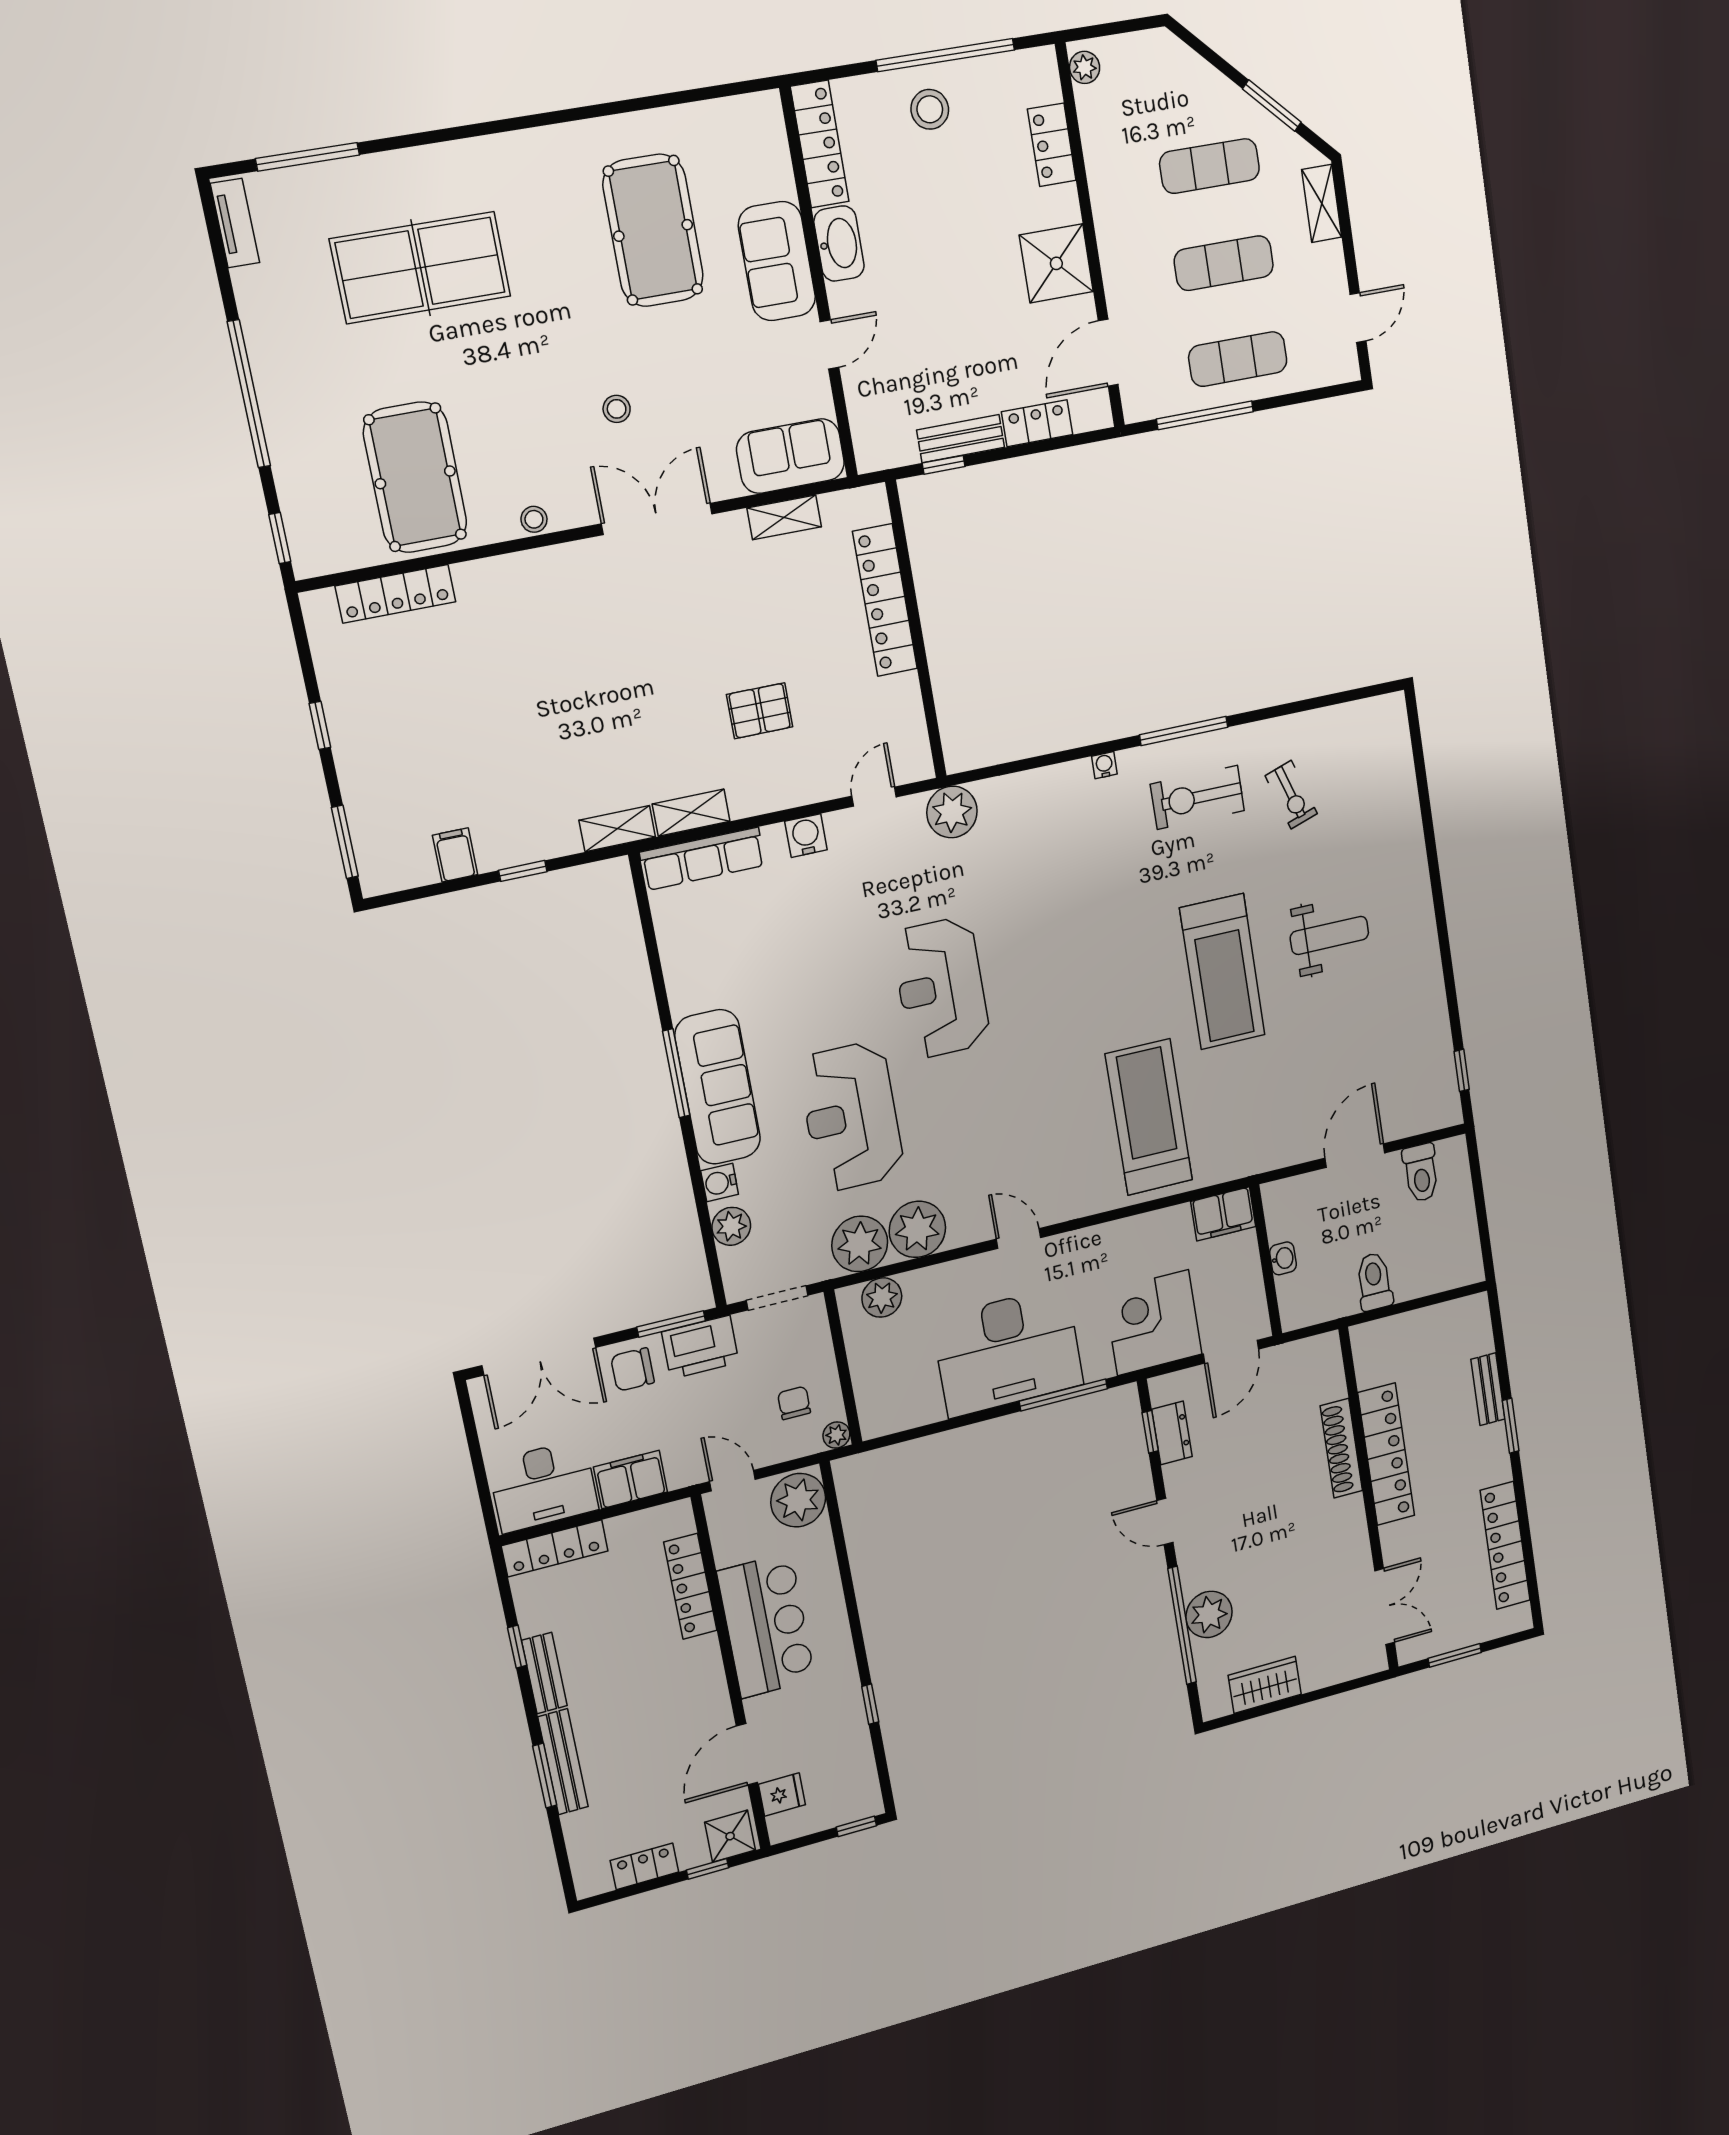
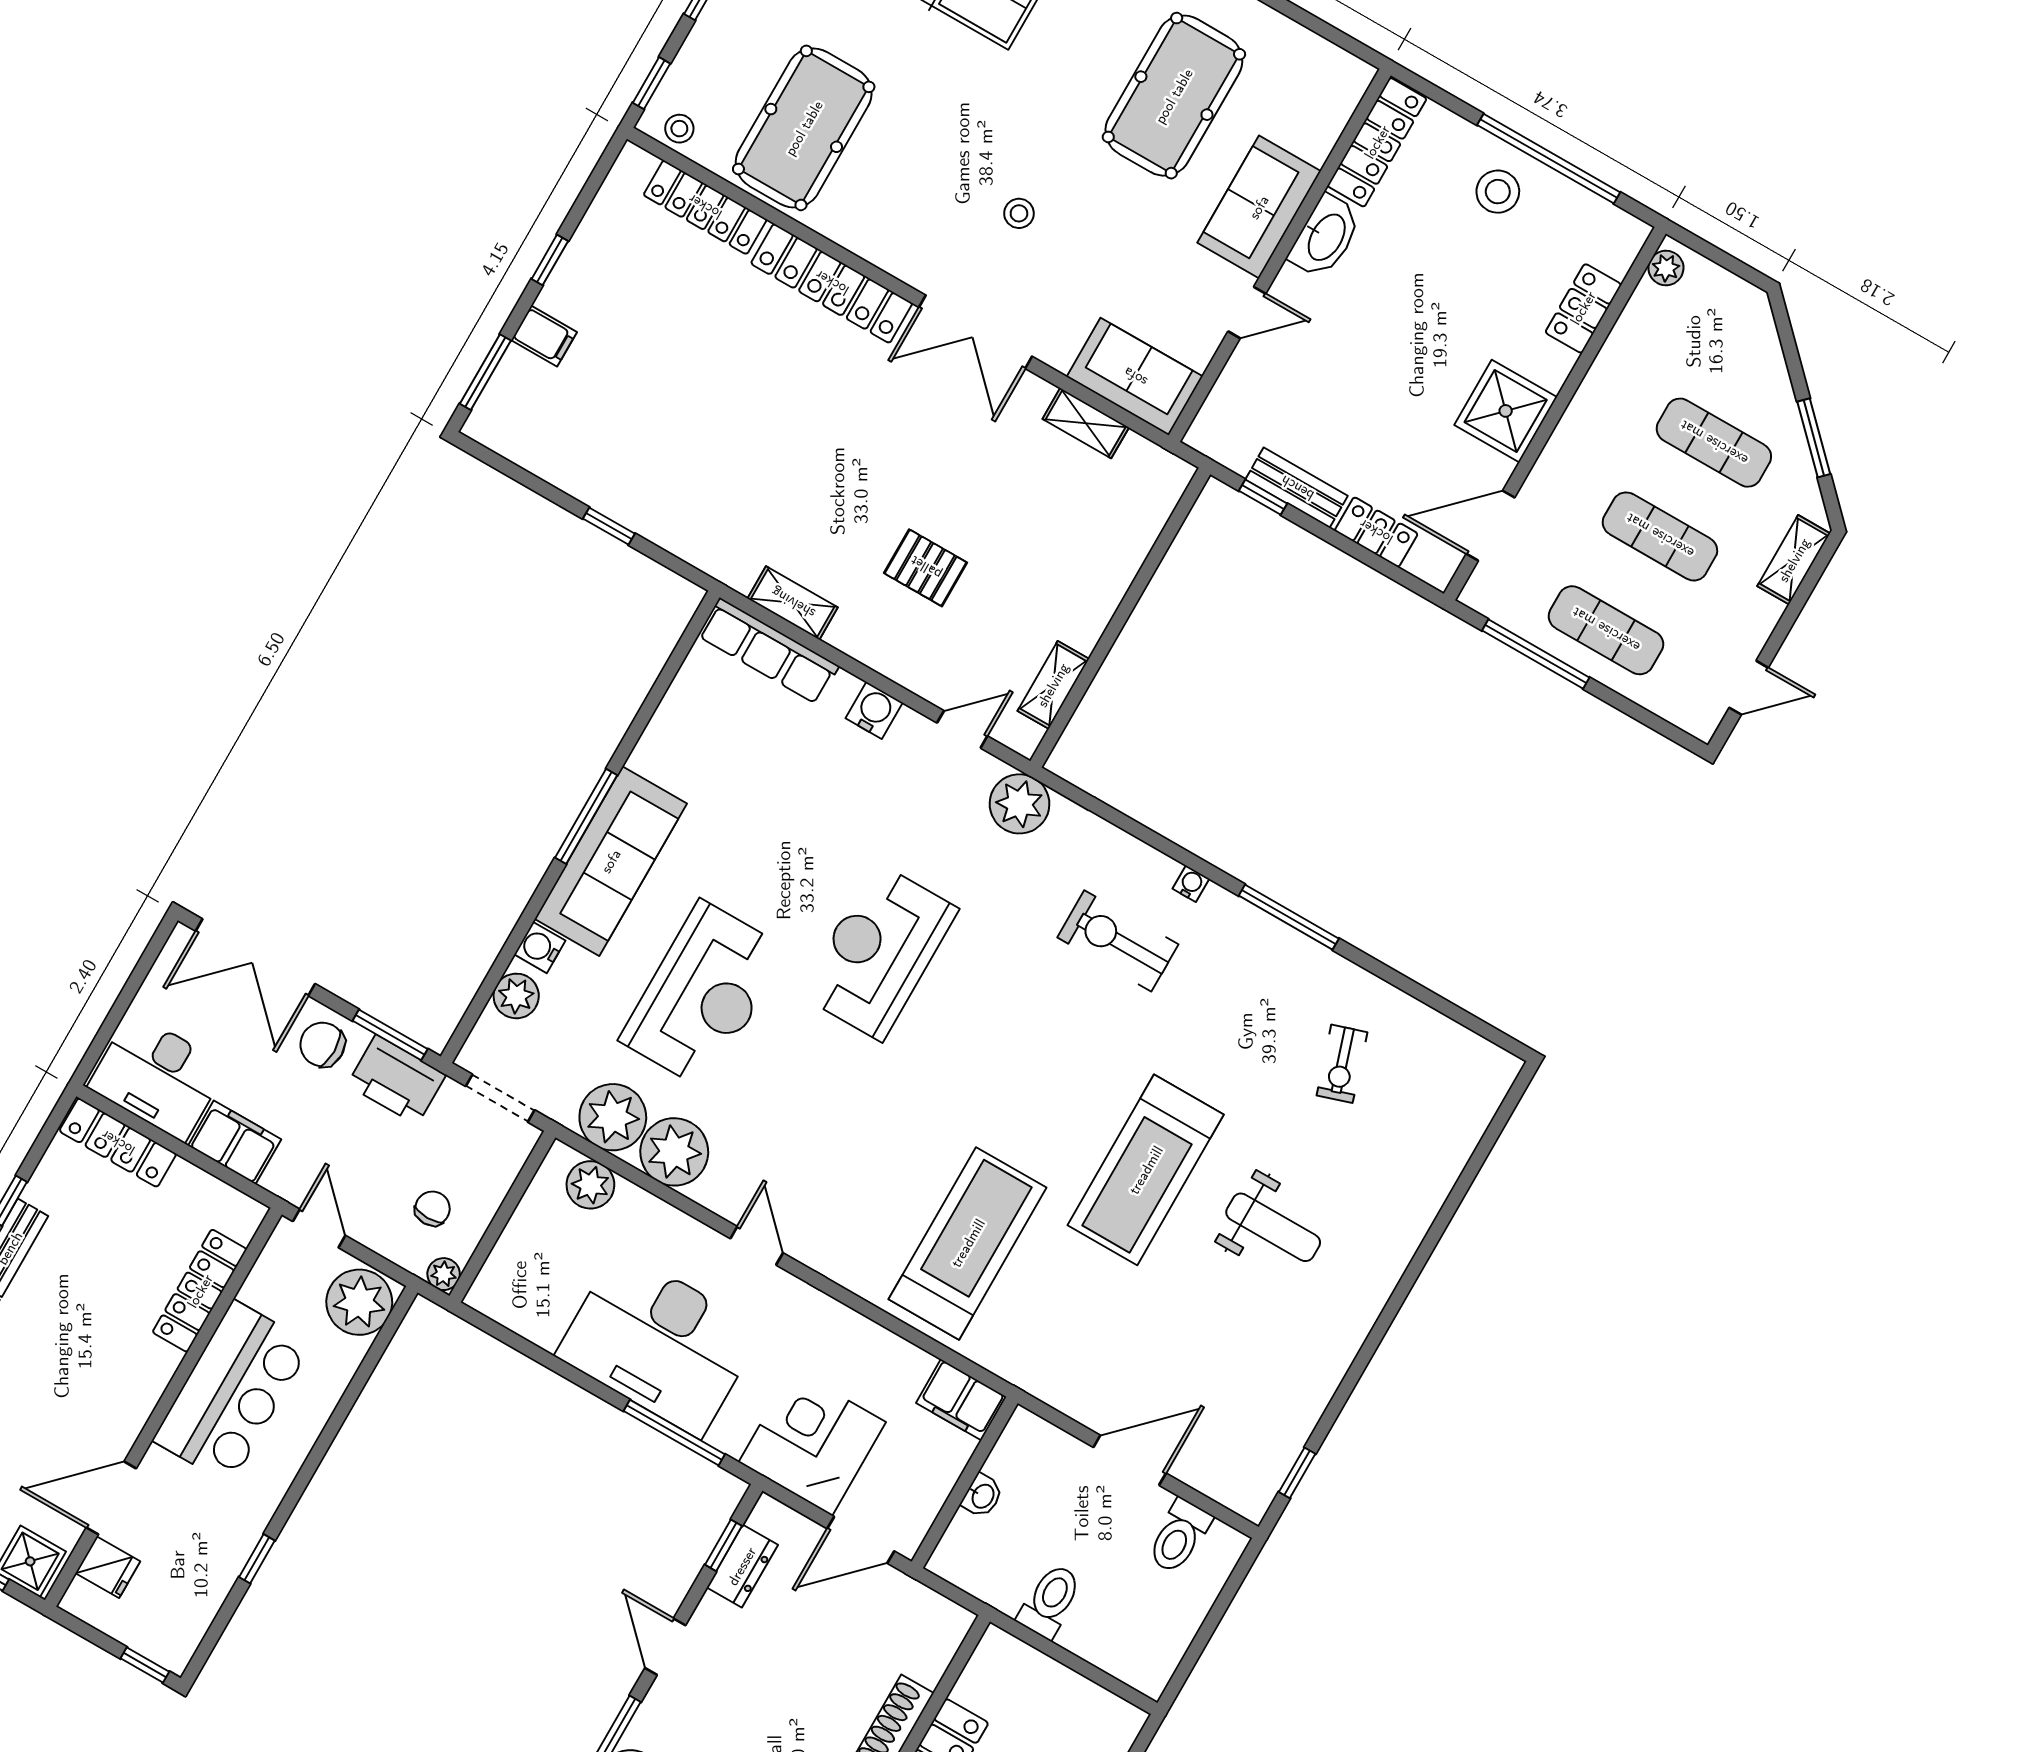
stool: (534, 519) -> (679, 129), moved
double door: (657, 519) -> (975, 332), swing flipped
locker: (885, 600) -> (832, 283), moved, turned -90
exercise bike: (1197, 797) -> (1118, 941), moved
shelving: (617, 829) -> (1053, 685), moved, turned 90
filing cabinet: (455, 855) -> (544, 336), moved, turned 90
reception desk: (851, 1117) -> (703, 995), turned 180

